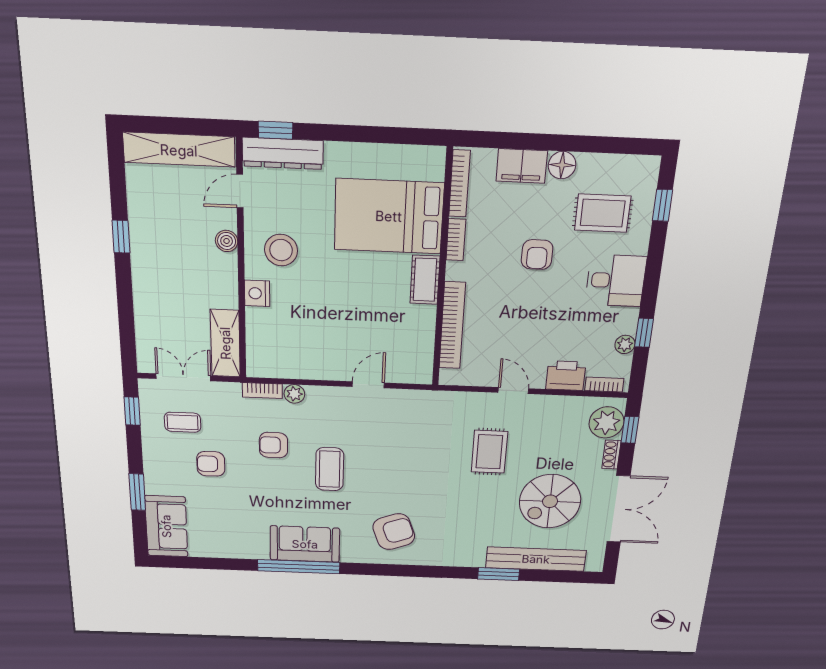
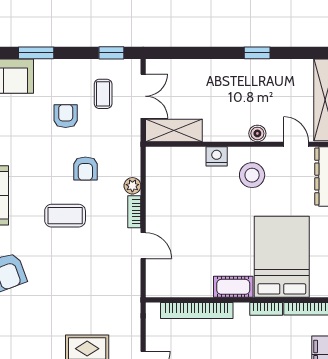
bookcase: (262, 391) -> (134, 212), moved
armchair: (273, 445) -> (85, 169), turned 180

